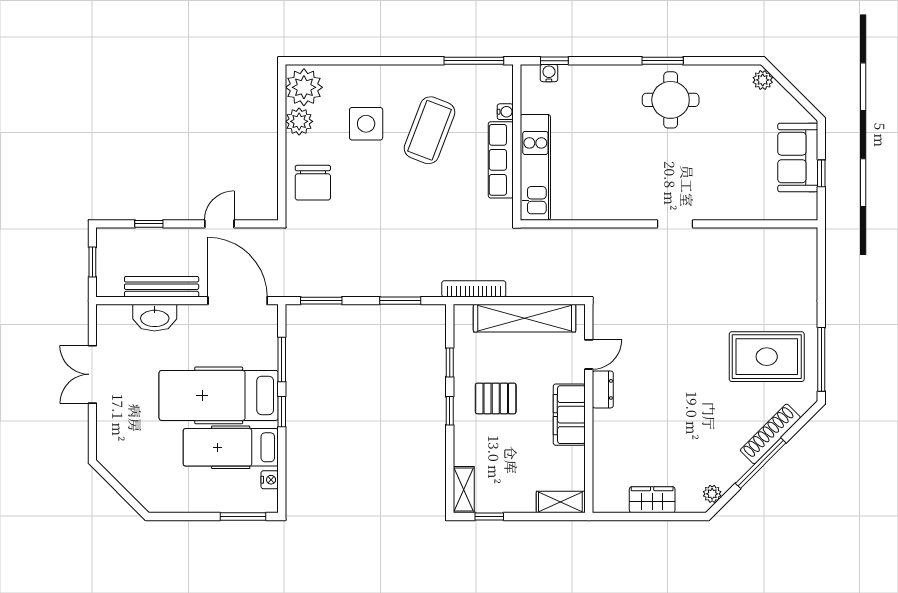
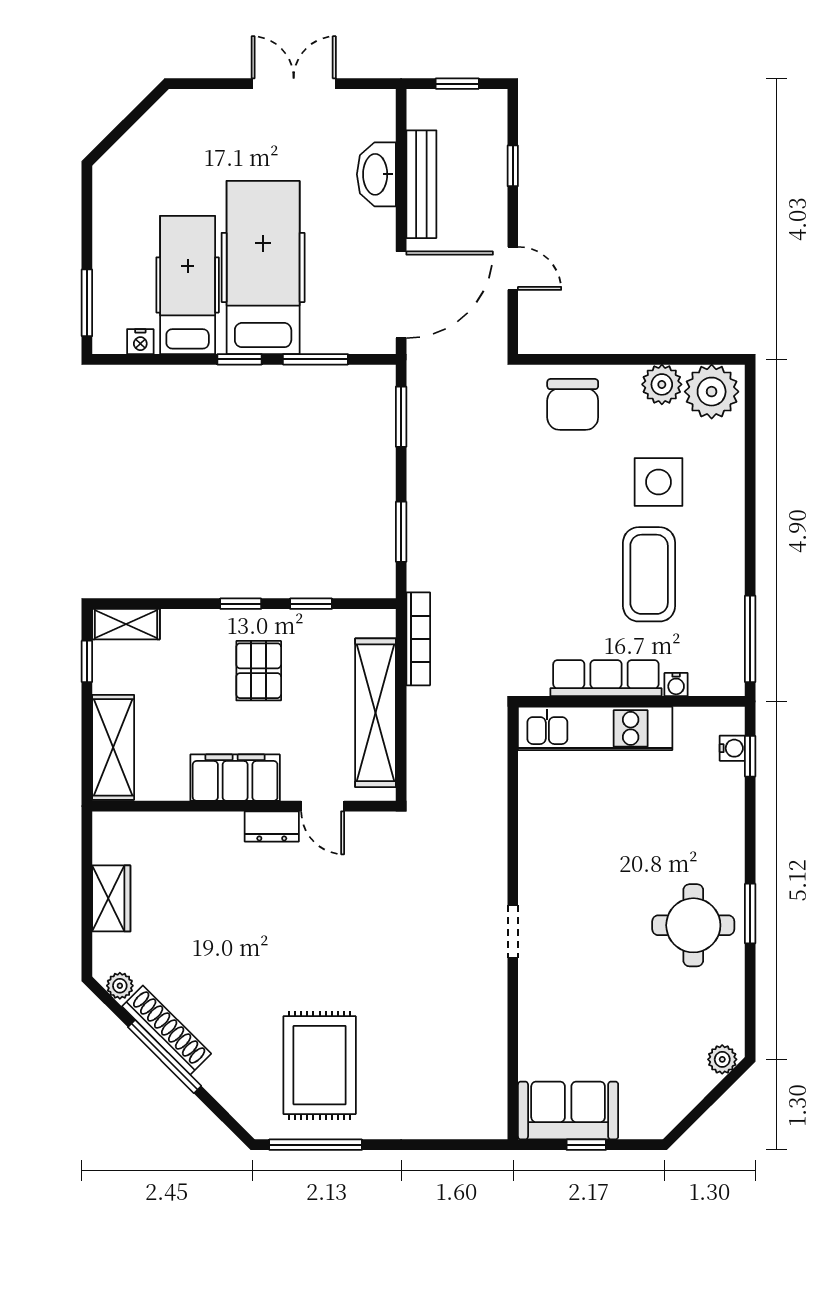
coffee table: (429, 130) -> (649, 574), turned 69
sofa: (798, 157) -> (568, 1110), moved
chair: (313, 183) -> (573, 404), turned -90
shoe rack: (770, 434) -> (167, 1030), moved
shelving: (560, 502) -> (113, 747), width x1.50, depth x1.33

